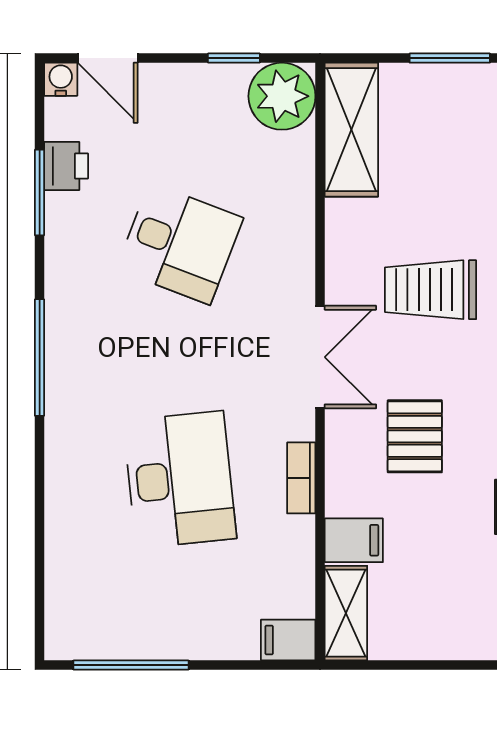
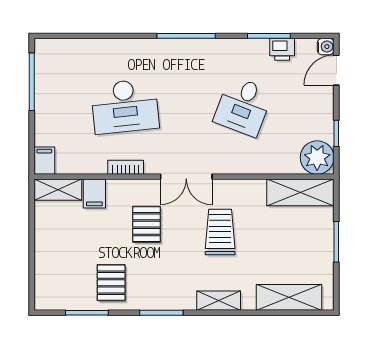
pallet: (415, 436) -> (147, 224), turned 90

